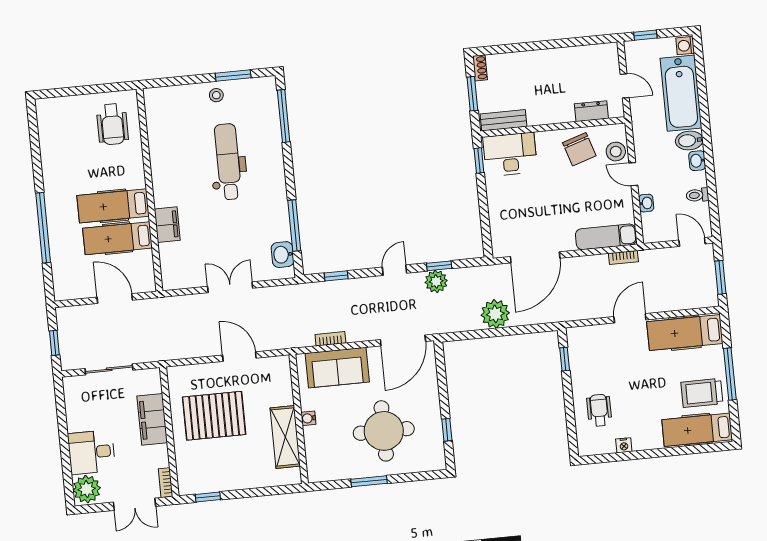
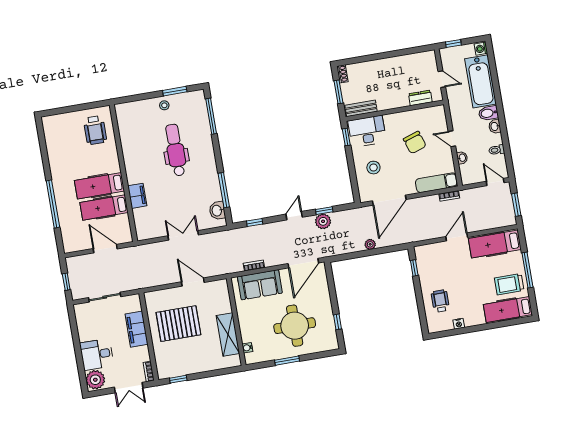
chair: (579, 149) -> (415, 142), moved
stool: (616, 152) -> (373, 168), moved
plant: (495, 314) -> (370, 244), width x0.53, depth x0.53
water cooler: (308, 418) -> (247, 348), moved

